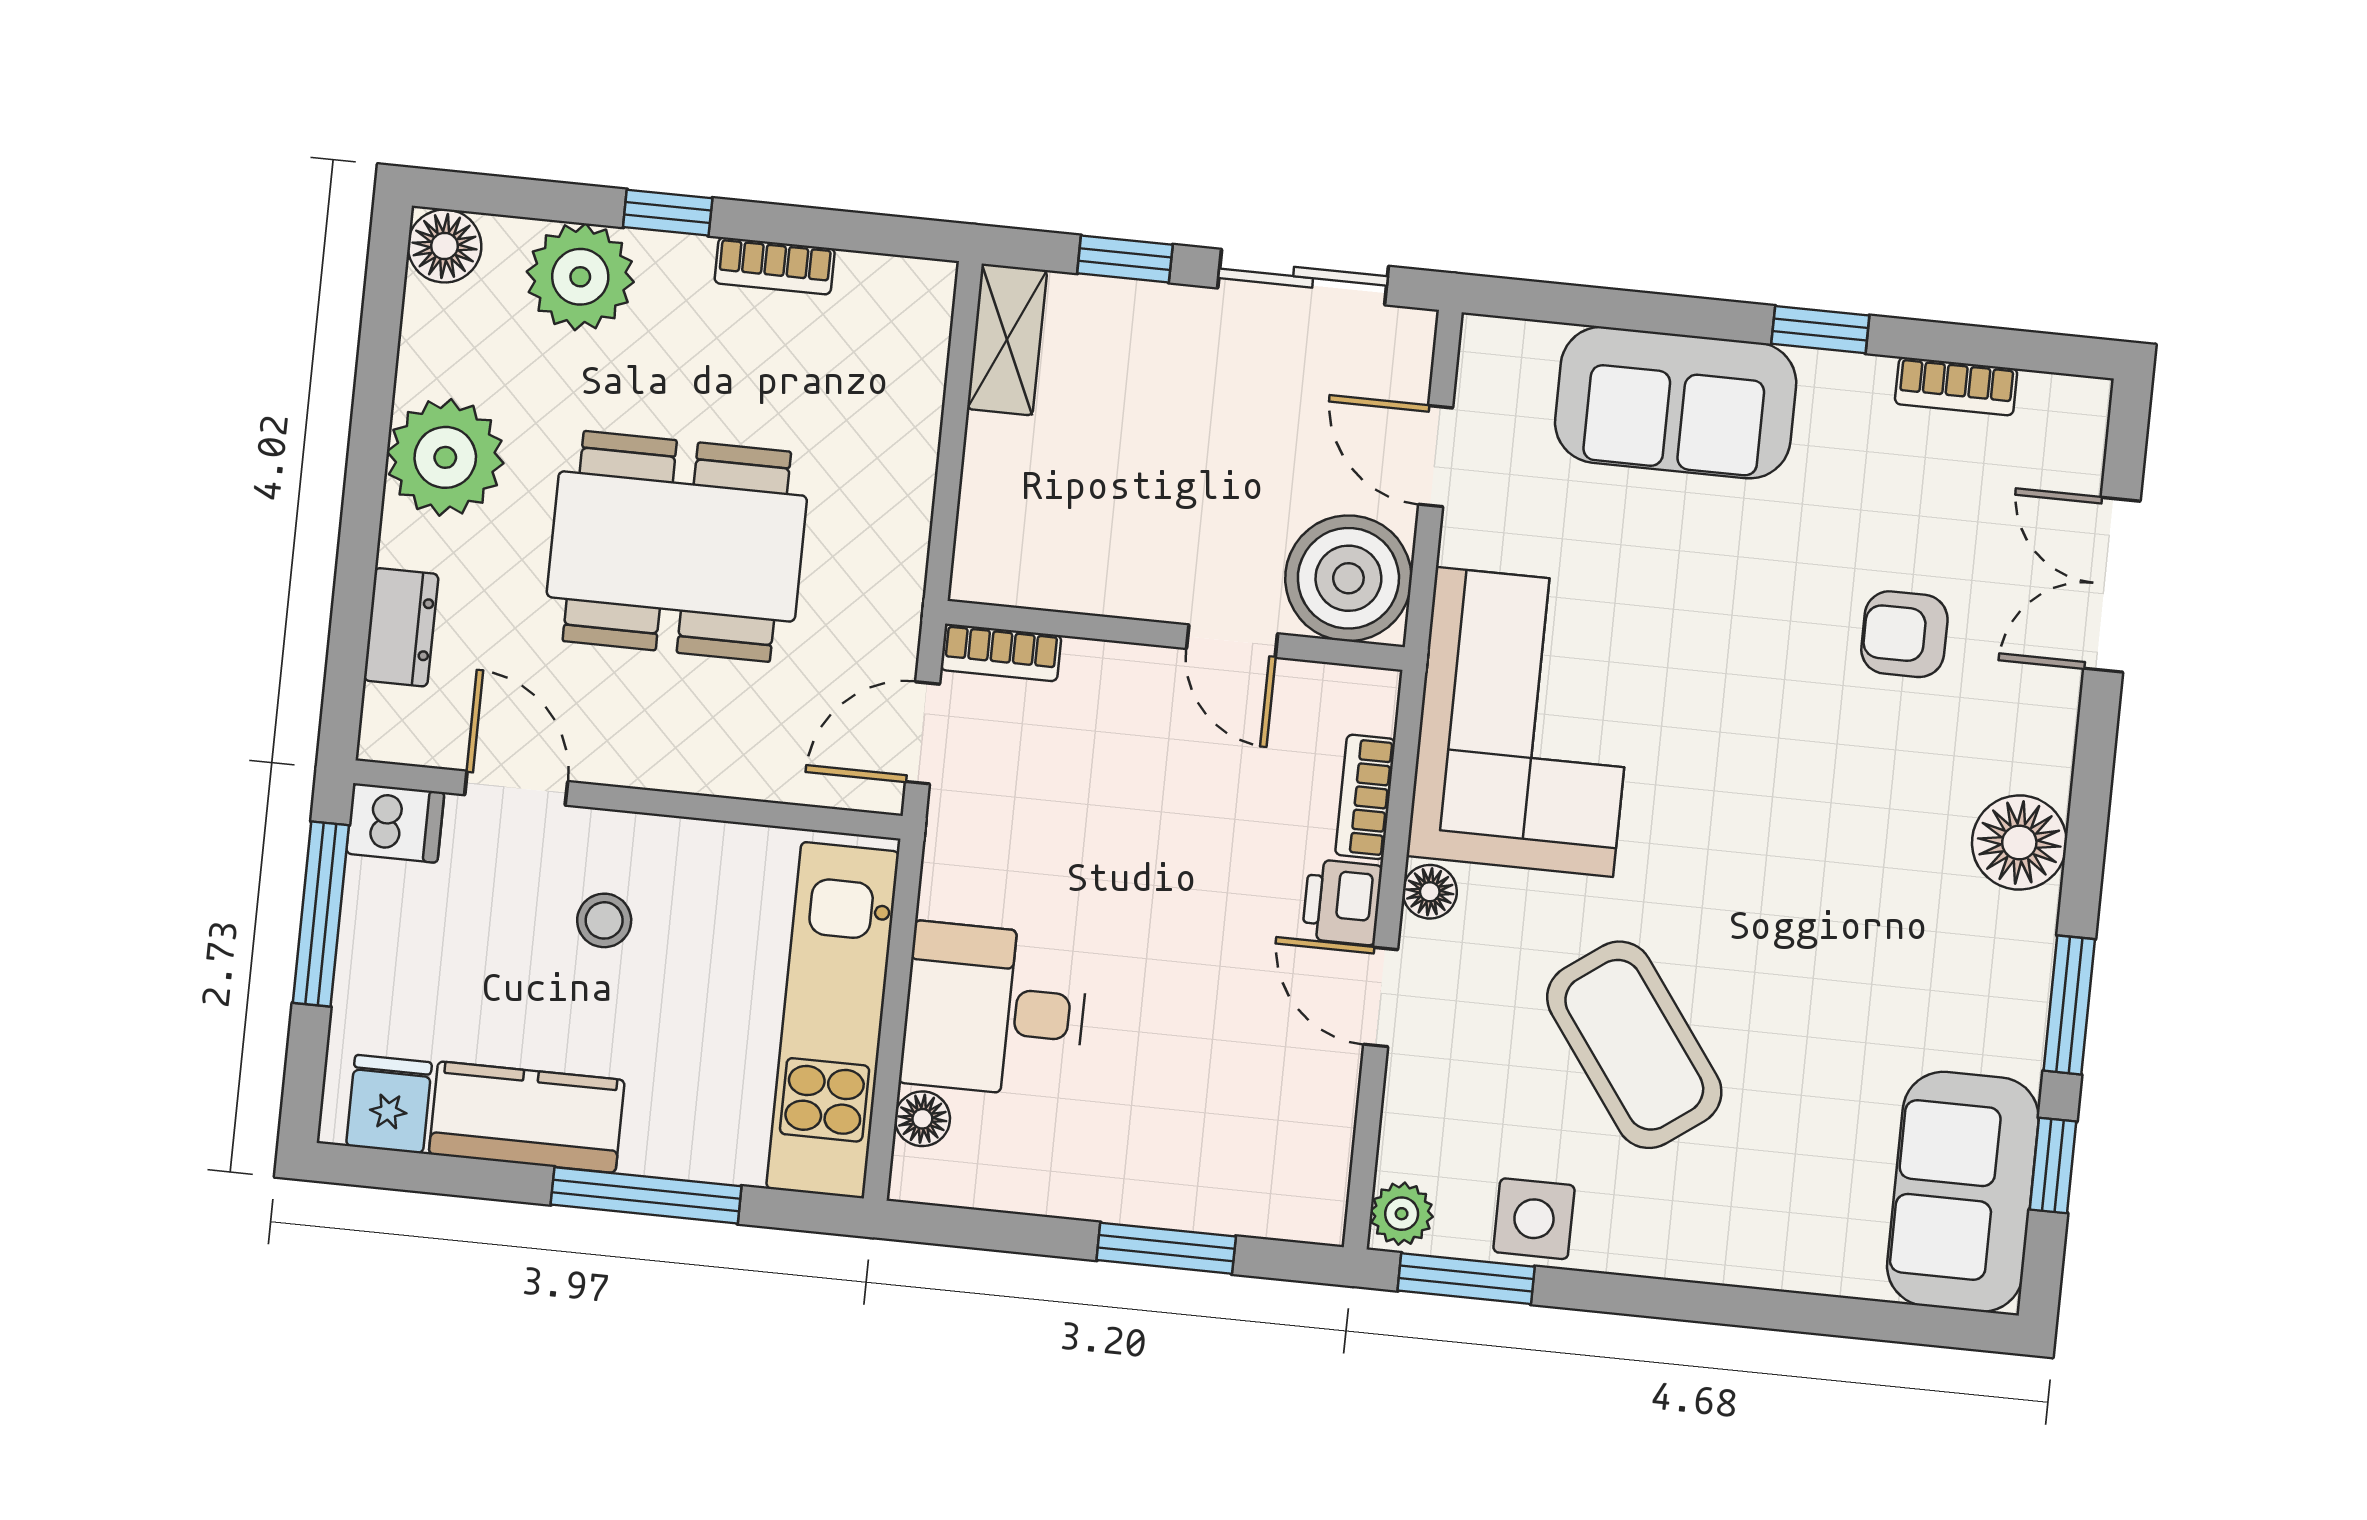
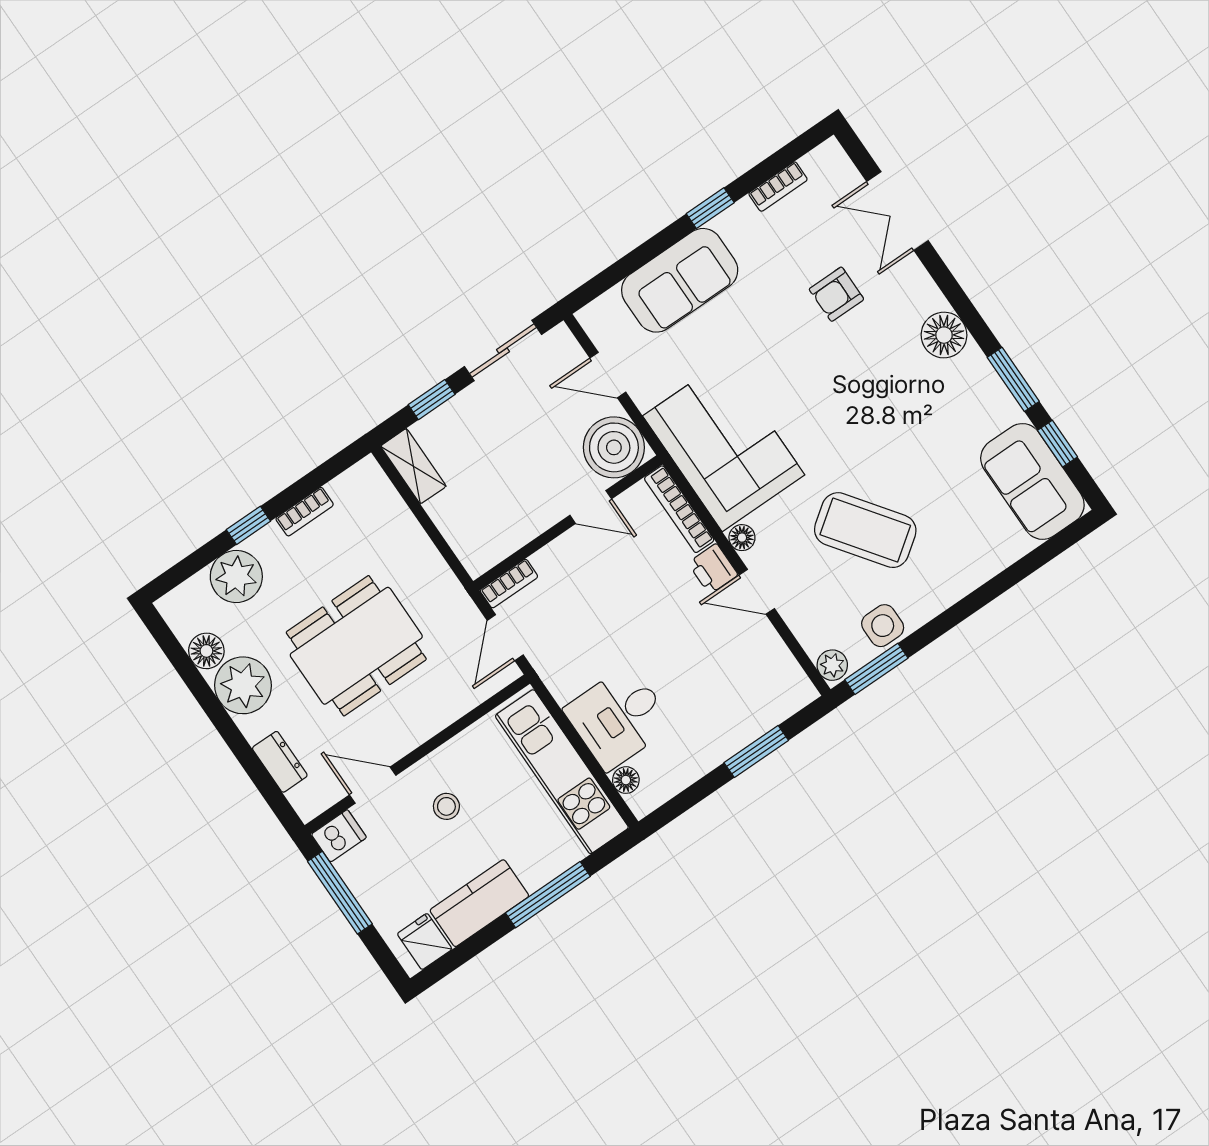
floor lamp: (445, 246) -> (206, 651), moved
bookcase: (1365, 797) -> (679, 509), width x1.56

